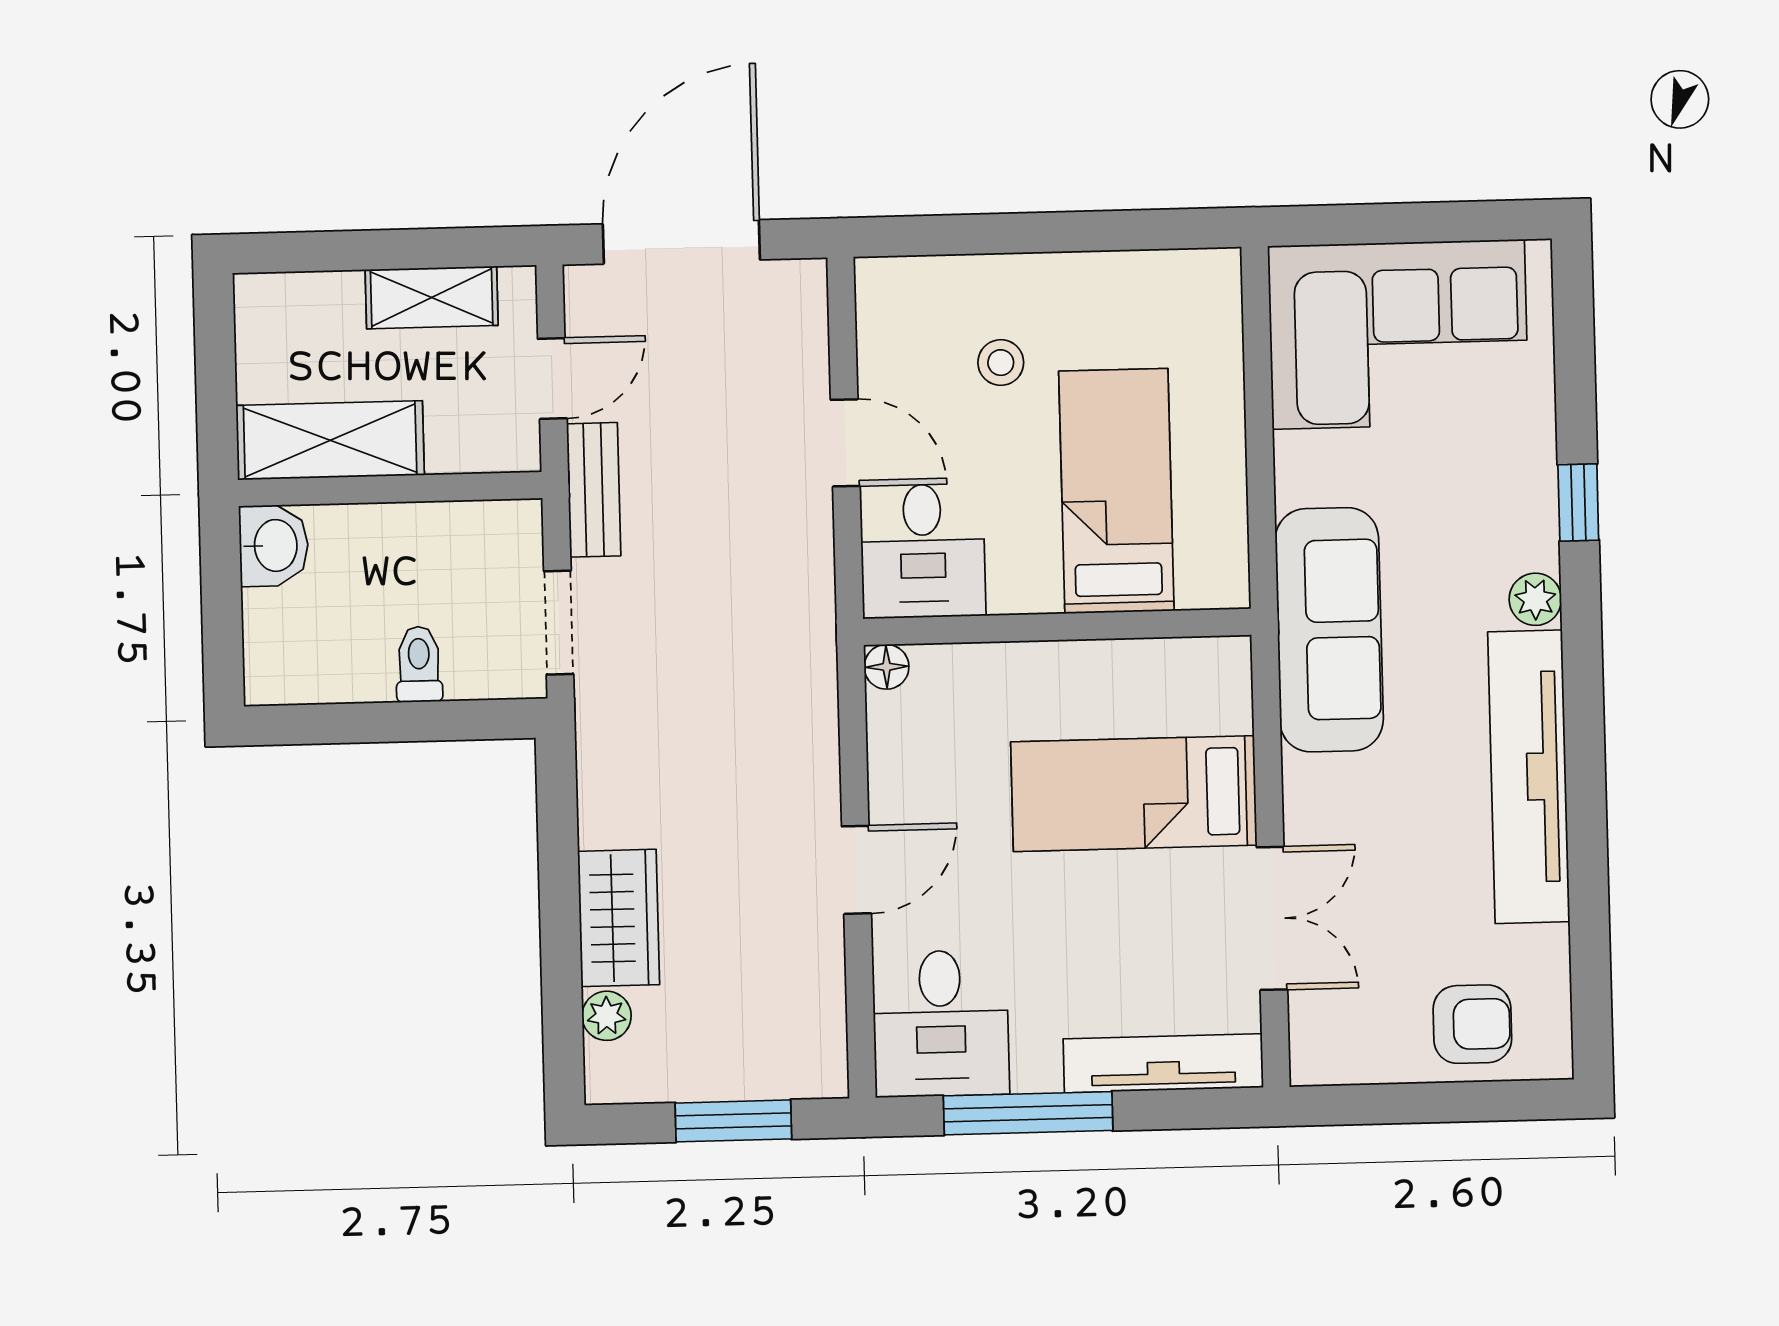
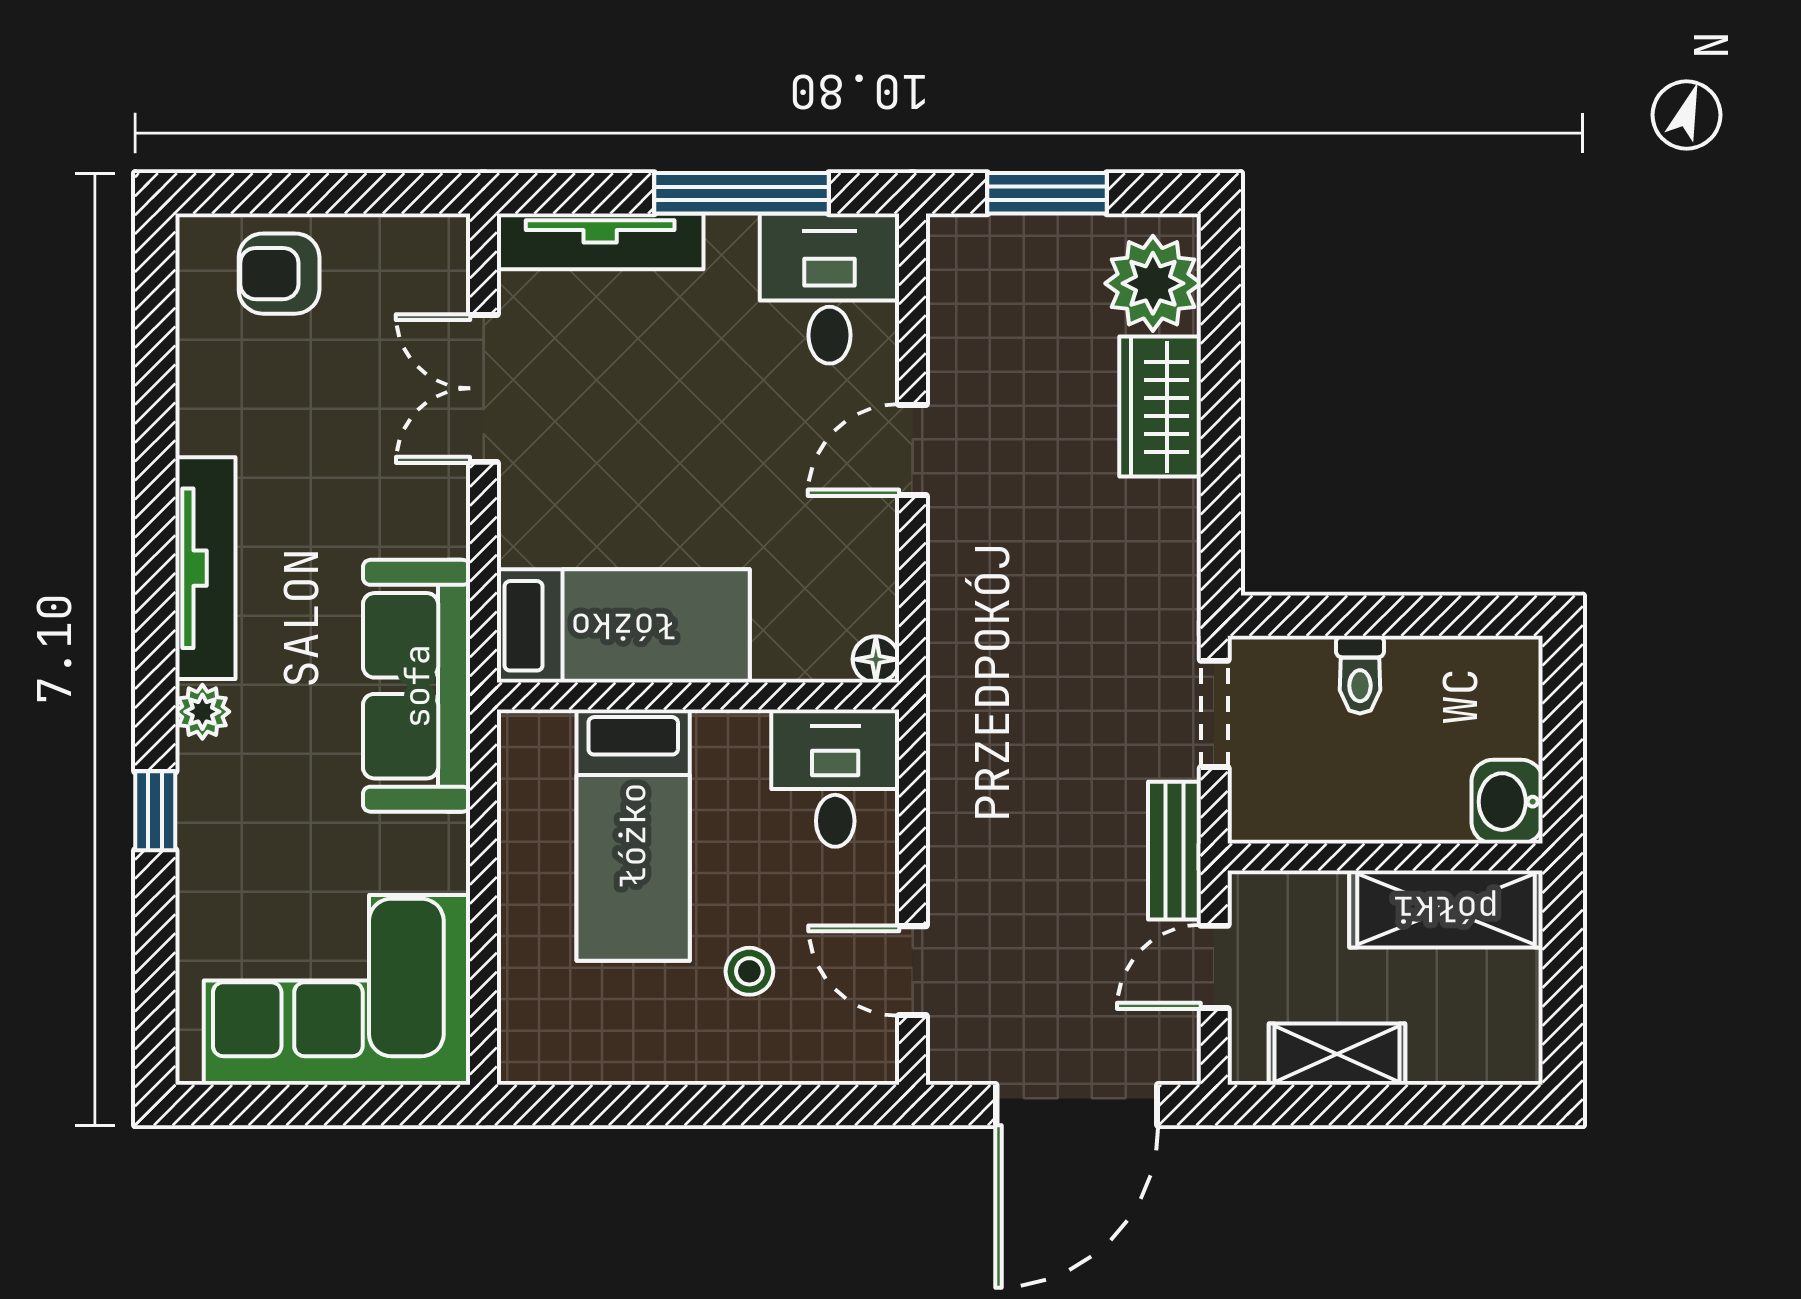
door: (845, 443) -> (913, 971), moved
tv unit: (1529, 777) -> (205, 568), width x0.73, depth x0.78
bed: (1134, 794) -> (623, 626), moved
plant: (607, 1016) -> (1153, 283), width x1.87, depth x1.87

